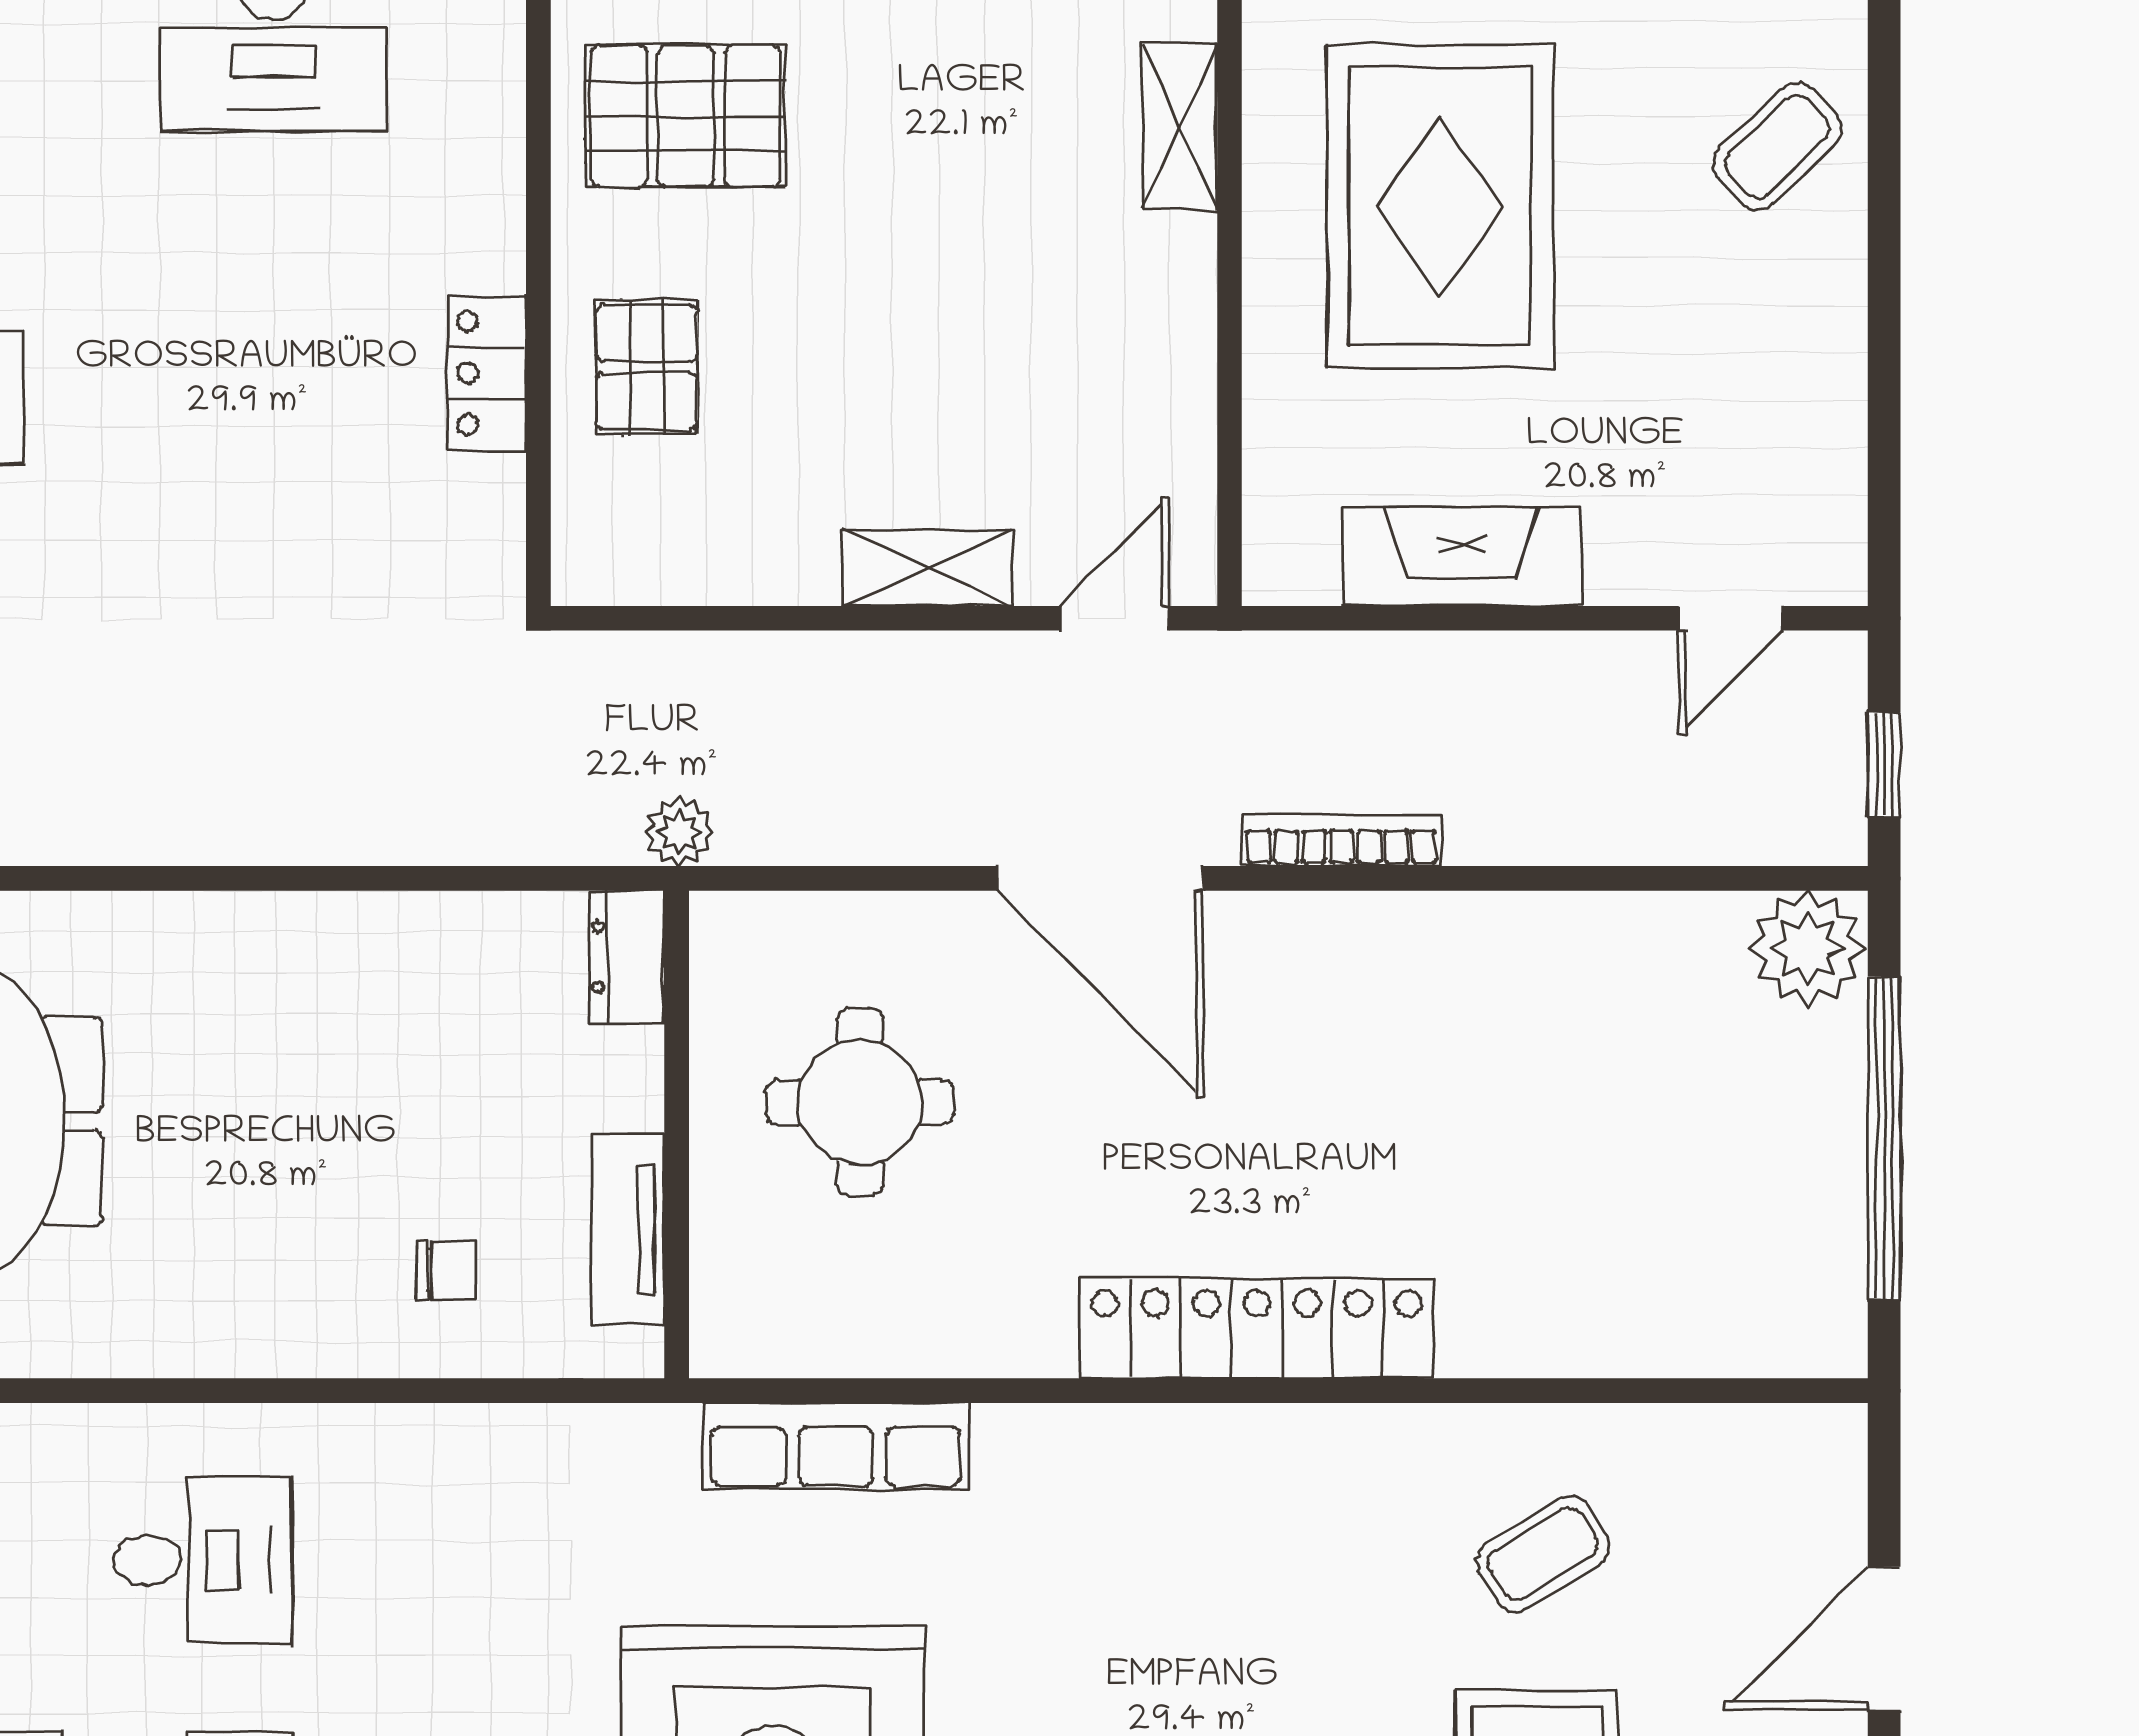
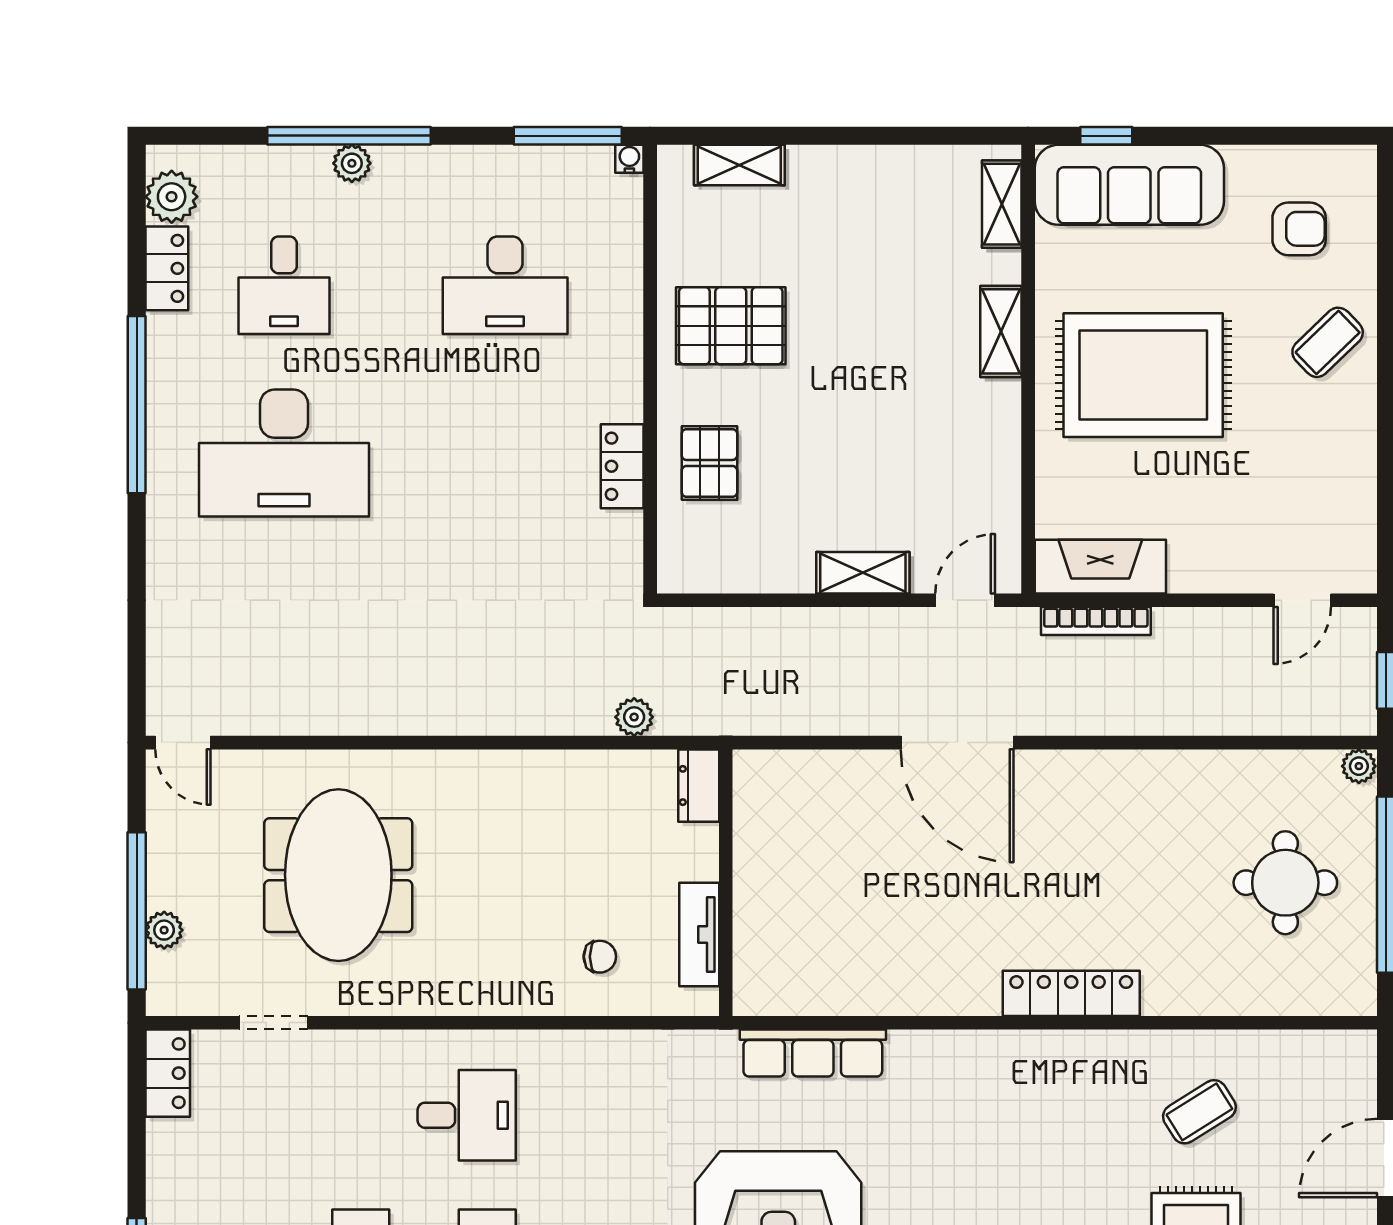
rug: (1440, 206) -> (1143, 375), turned 90
fireplace: (1462, 557) -> (1100, 567), moved
plant: (679, 832) -> (634, 717), moved
bookcase: (1341, 841) -> (1096, 621), moved, turned 180
plant: (1807, 948) -> (1359, 766), width x0.53, depth x0.53
round table: (860, 1102) -> (1285, 883), moved
locker: (1257, 1328) -> (1071, 993), width x0.71, depth x0.83

